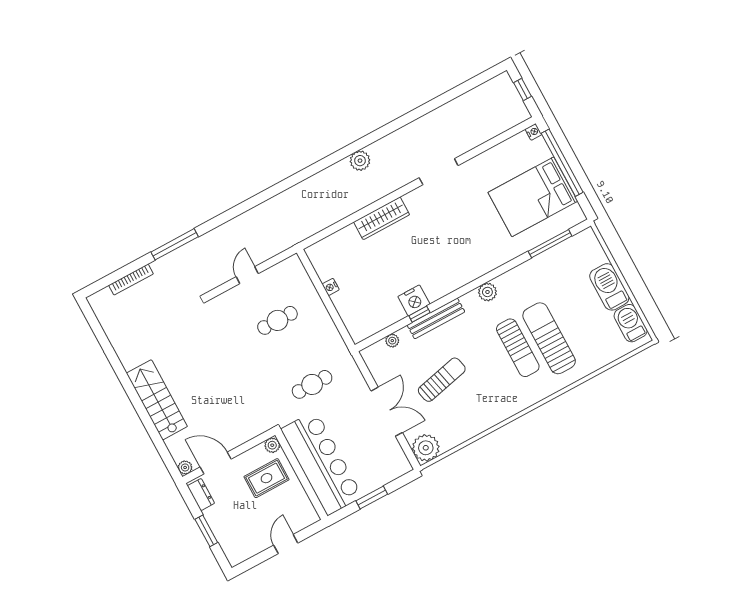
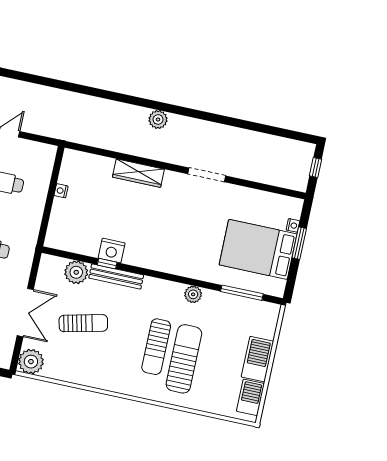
nightstand: (533, 132) -> (293, 225), moved
window: (562, 163) -> (299, 243), width x0.47
plant: (487, 292) -> (193, 294), moved
plant: (392, 341) -> (76, 272), width x1.87, depth x1.87

